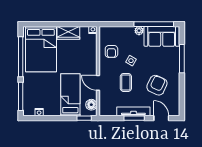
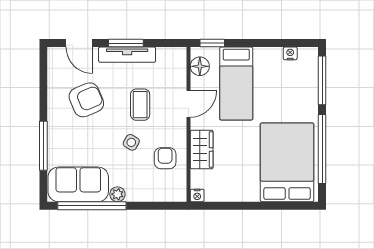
wardrobe: (68, 33) -> (202, 150), moved, turned 90
door: (98, 83) -> (189, 104), hinge flipped
armchair: (157, 85) -> (86, 100), turned -138

